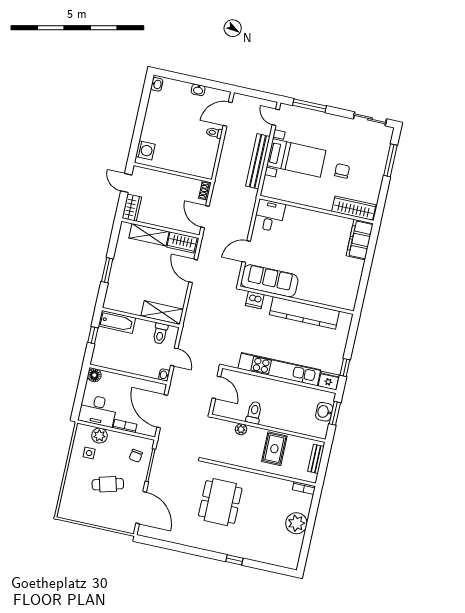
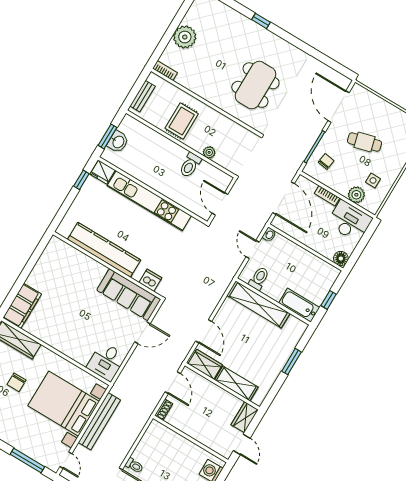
bed with nightstands: (296, 158) -> (64, 404), width x1.36
shelving: (162, 313) -> (258, 304), width x1.47

